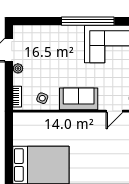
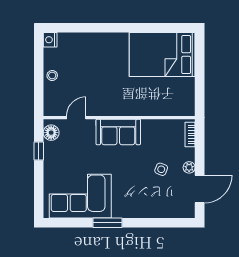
window: (88, 21) -> (107, 223), width x0.47
side table: (42, 98) -> (161, 169), moved

